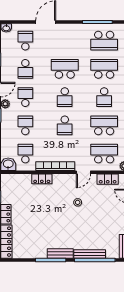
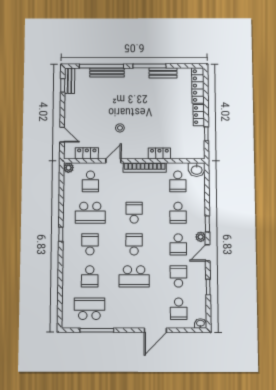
school desk: (104, 69) -> (90, 276), width x0.54
school desk: (104, 154) -> (90, 181), width x0.54
bench: (60, 253) -> (163, 73), moved

